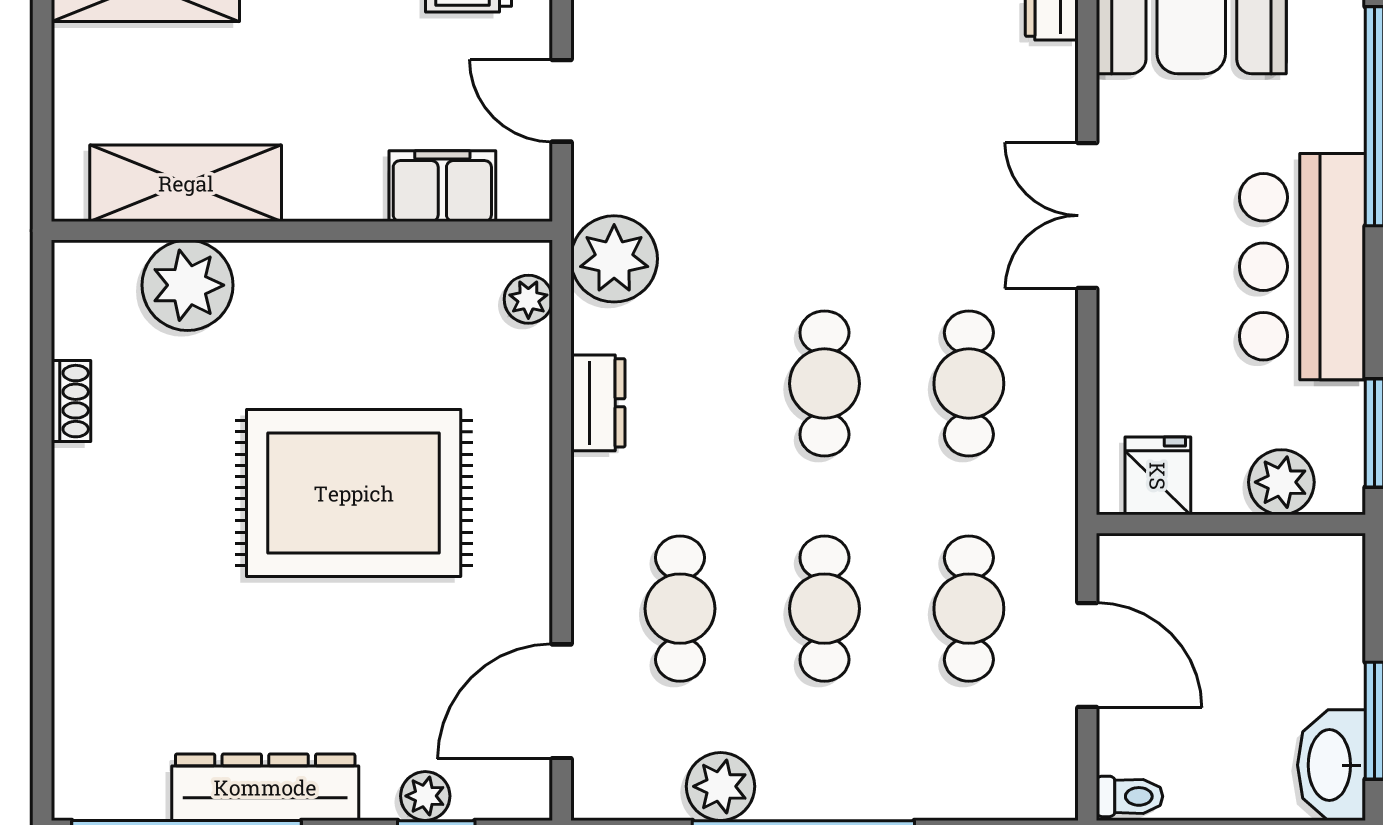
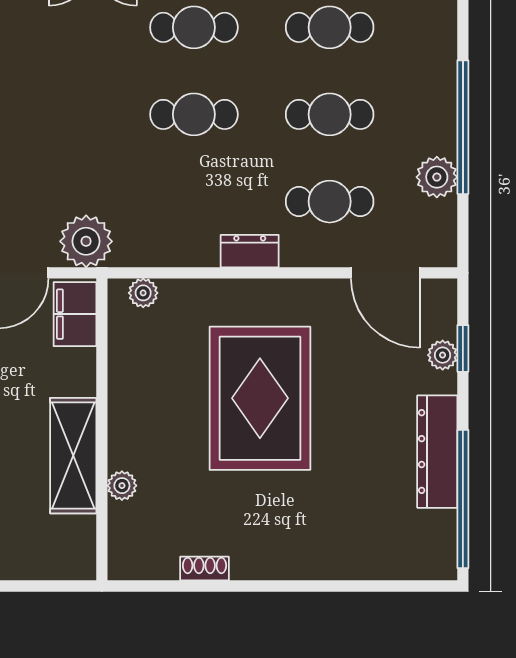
shelving: (186, 183) -> (73, 456), moved
filing cabinet: (442, 186) -> (75, 314), moved
plant: (614, 259) -> (86, 241), moved
plant: (187, 285) -> (122, 486), width x0.53, depth x0.53
dresser: (598, 403) -> (250, 251), moved

